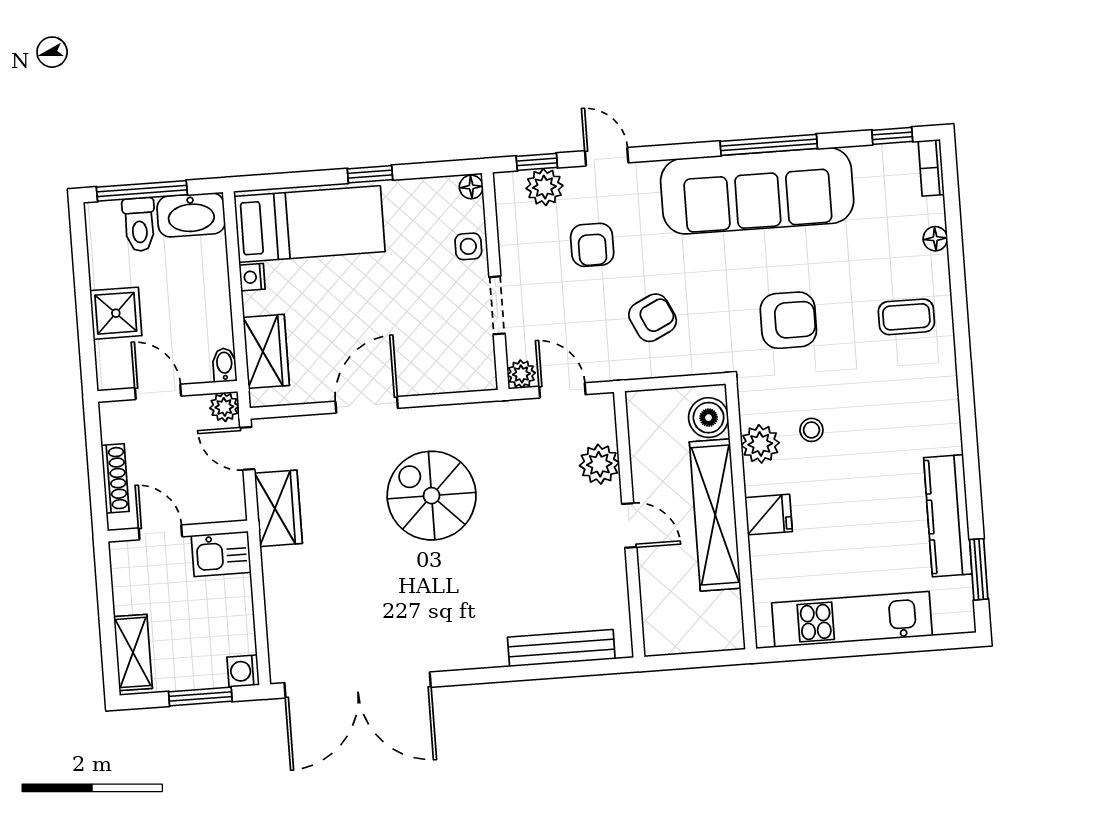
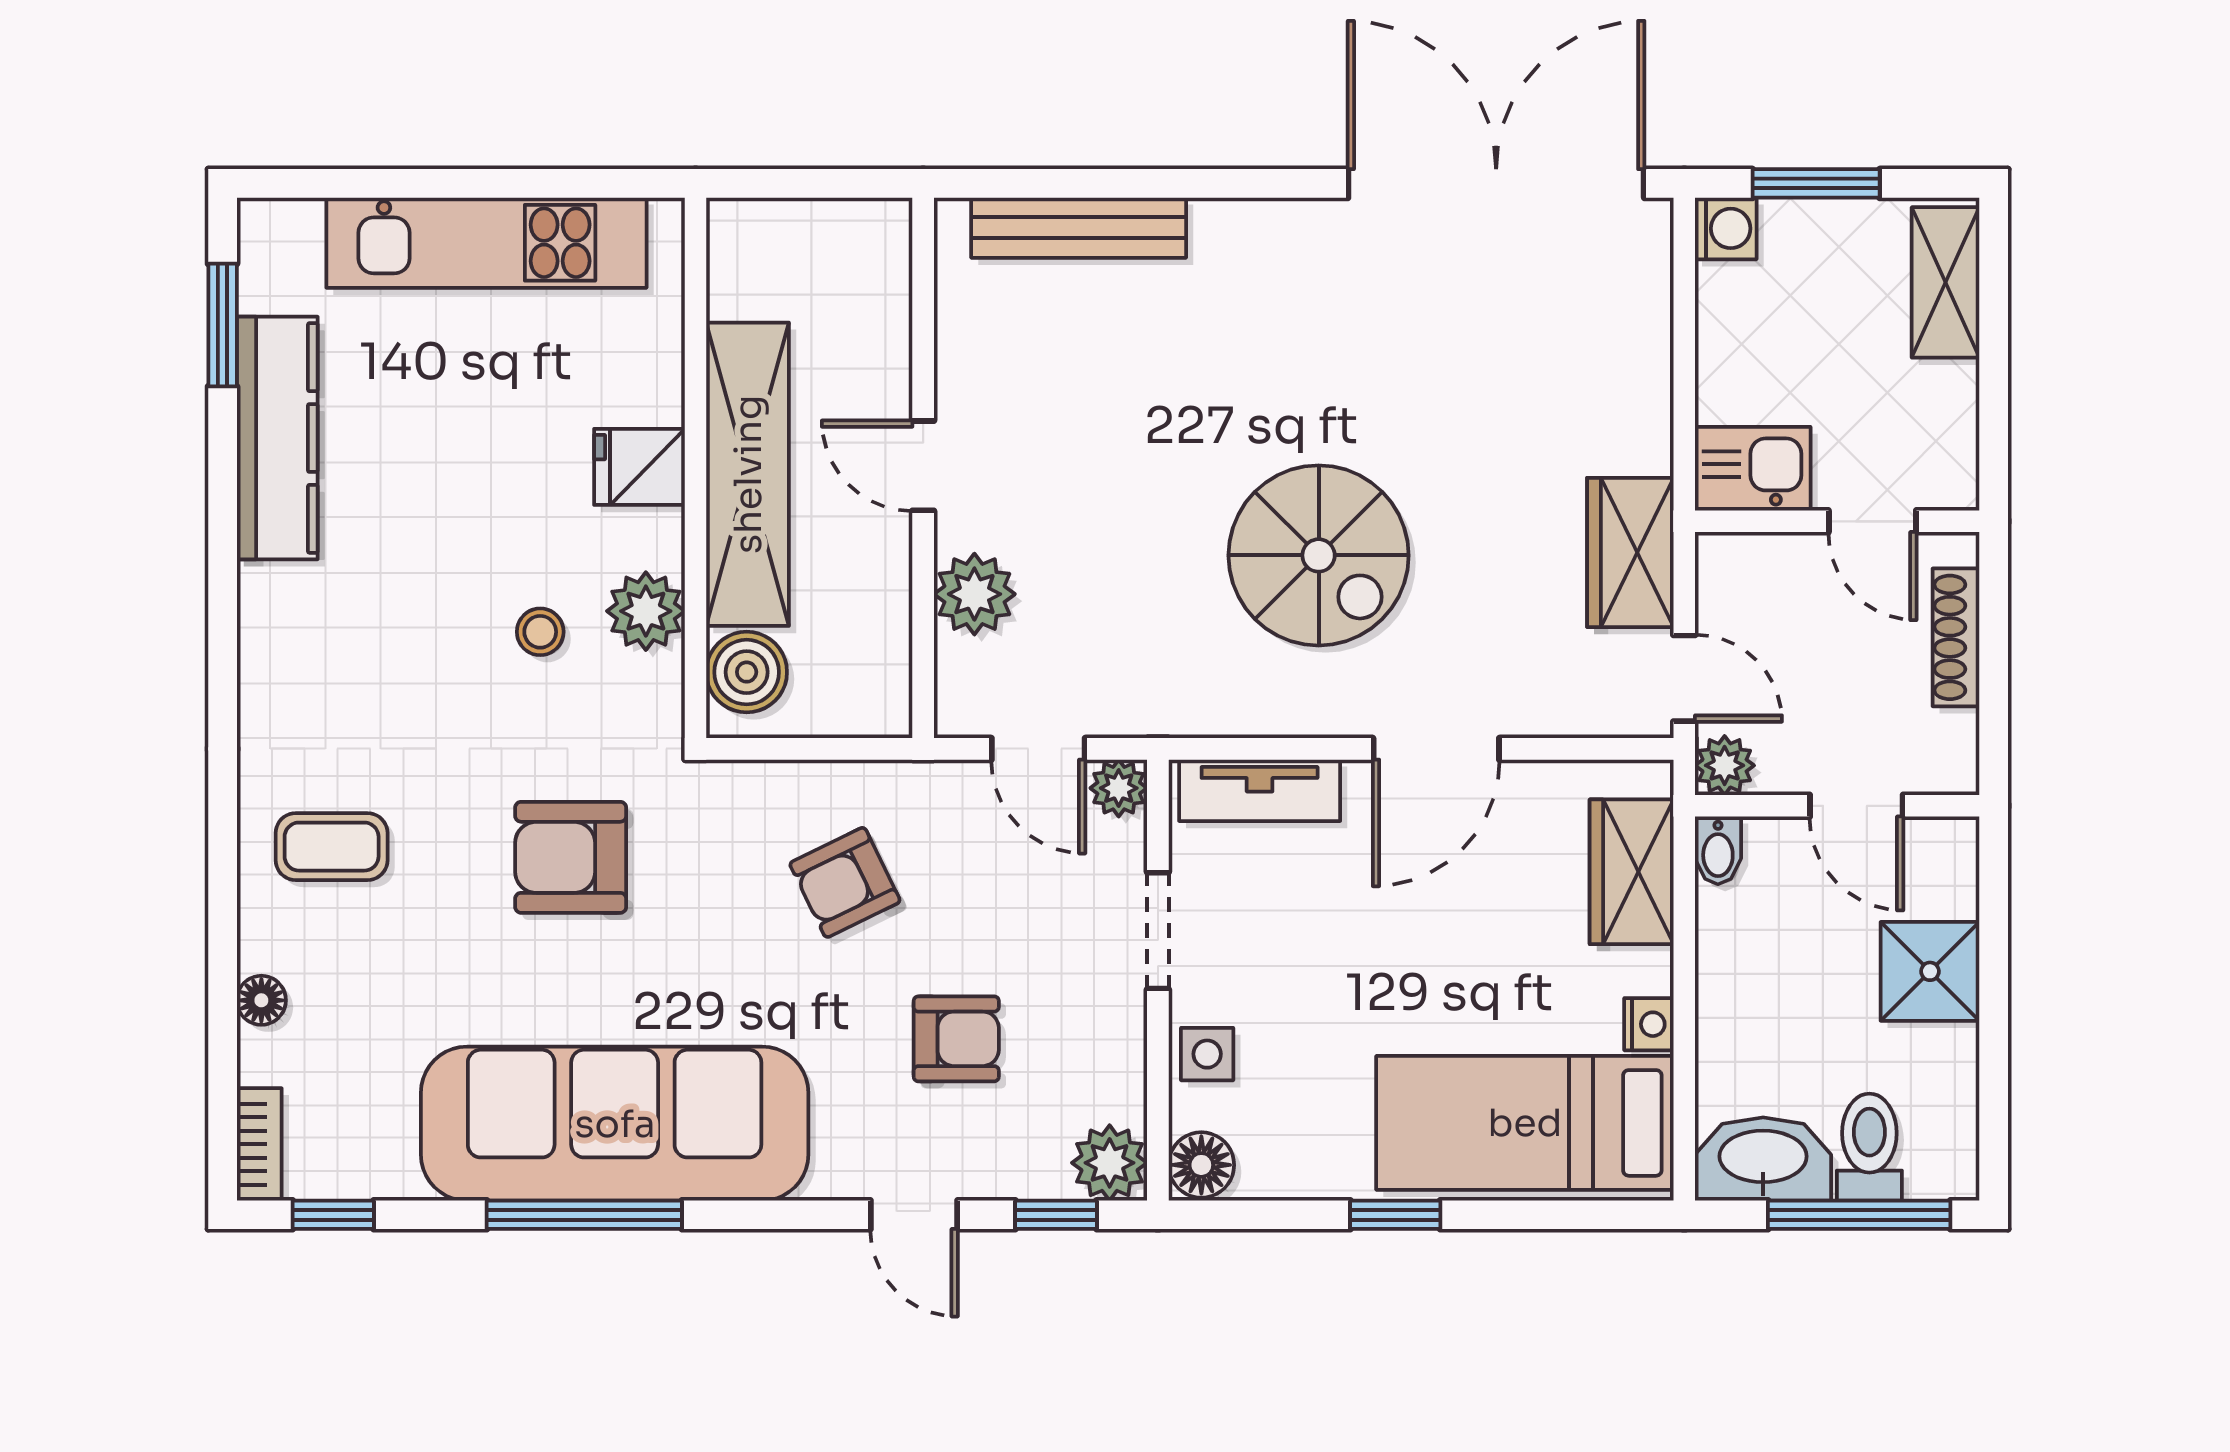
floor lamp: (471, 187) -> (1201, 1165), width x1.37, depth x1.37
plant: (544, 187) -> (1110, 1163), moved
armchair: (592, 245) -> (956, 1039), turned 90
tv unit: (452, 378) -> (1260, 790), added

